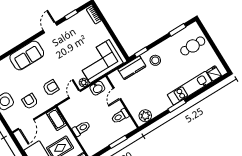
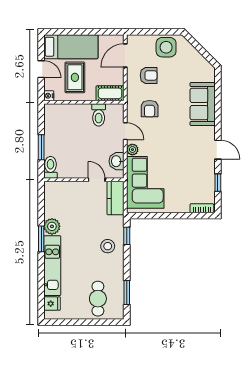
kitchen counter: (132, 68) -> (116, 198), moved
toilet: (120, 116) -> (50, 167), moved
plant: (145, 116) -> (52, 226), moved
door: (26, 124) -> (125, 55), hinge flipped
toilet: (81, 128) -> (99, 115), moved

